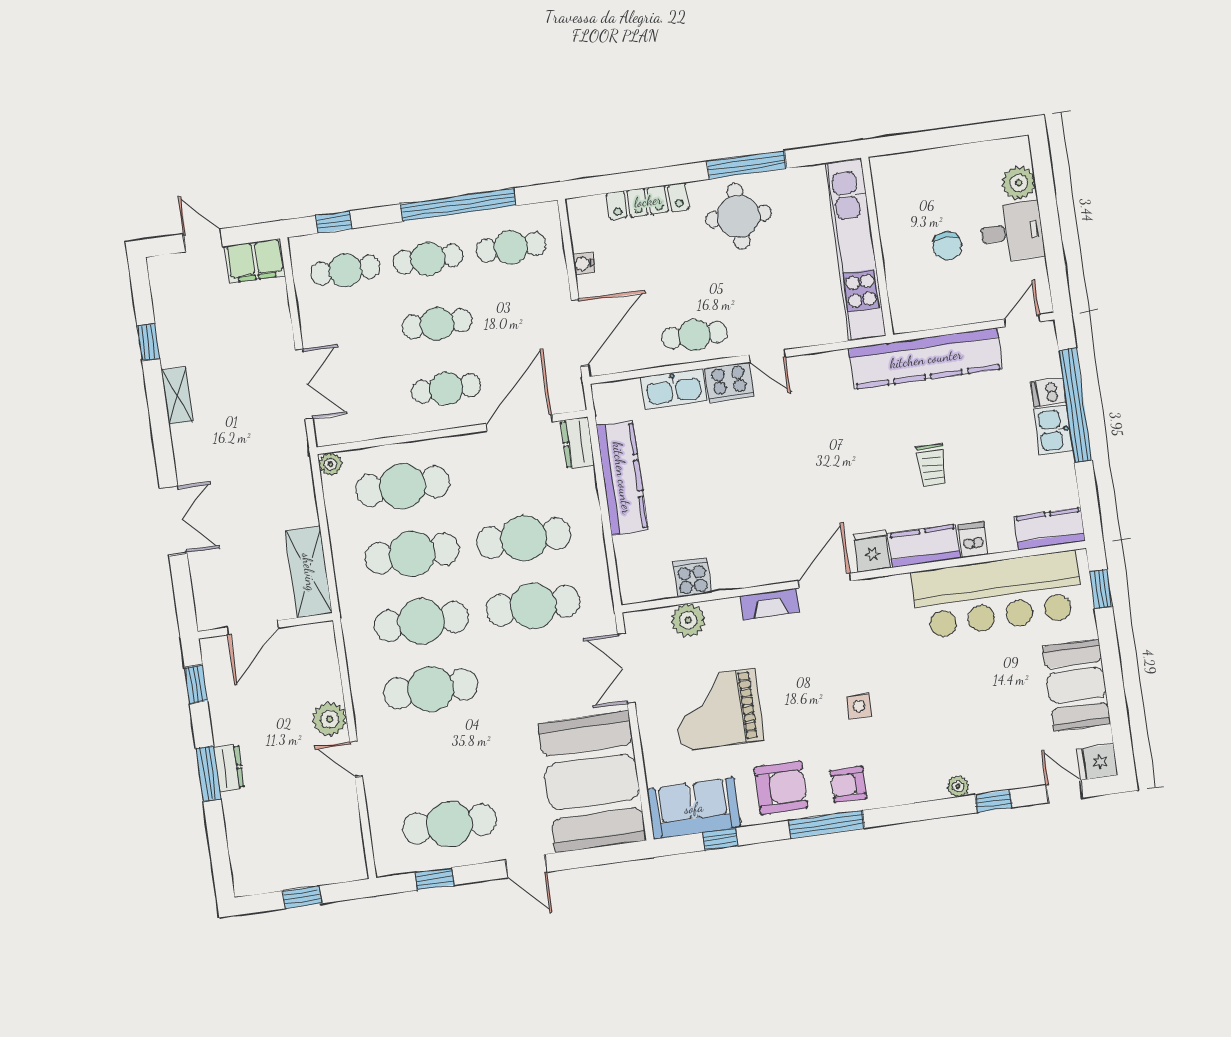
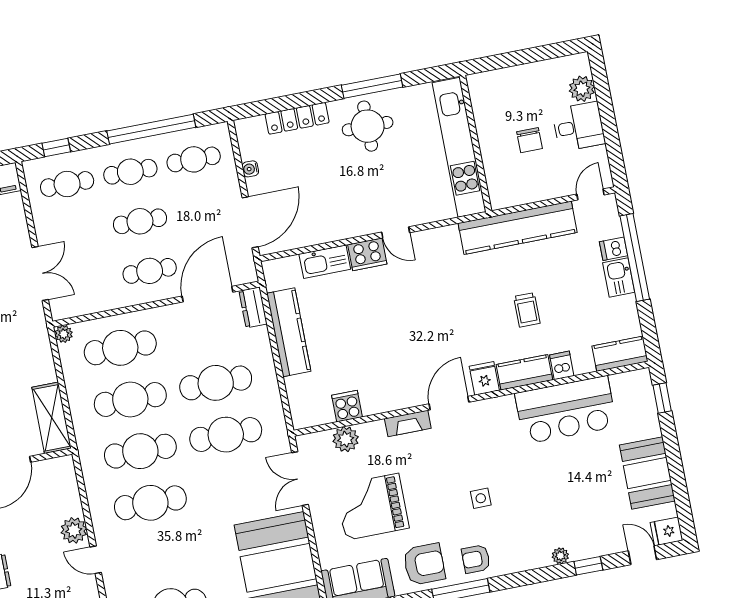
cafe table: (694, 335) -> (339, 219), removed
bar counter: (997, 595) -> (566, 410), width x0.73

